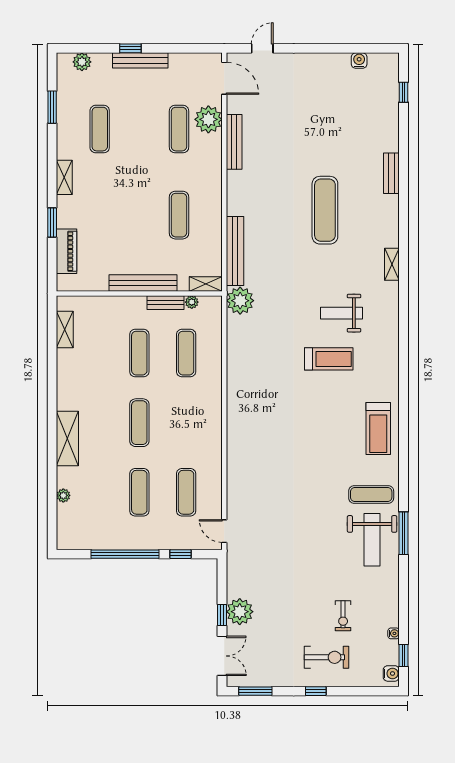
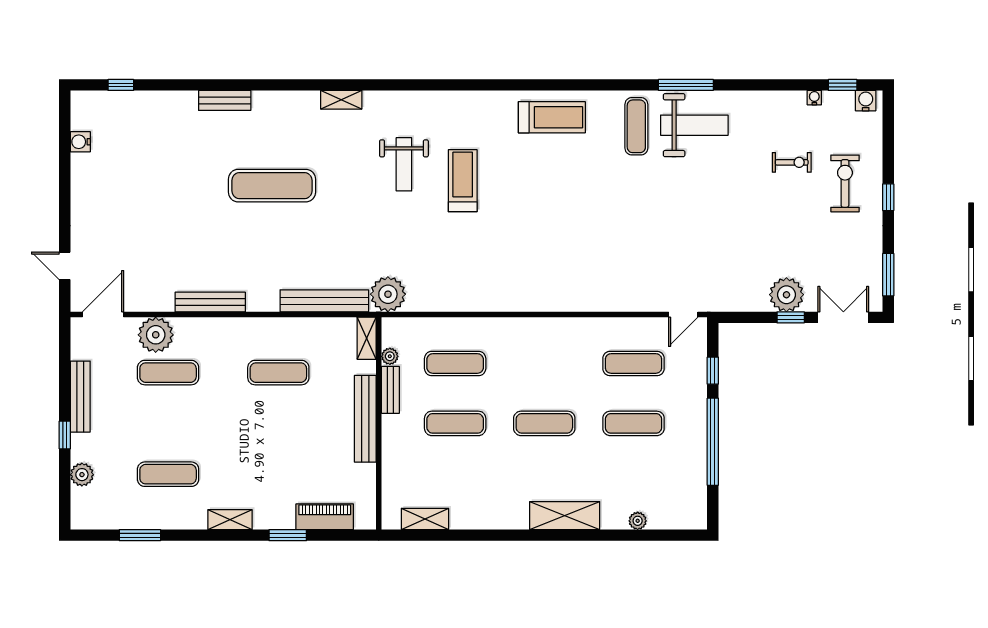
bench: (140, 60) -> (80, 397), moved
plant: (82, 62) -> (82, 475), moved
bench: (234, 142) -> (210, 302), moved

